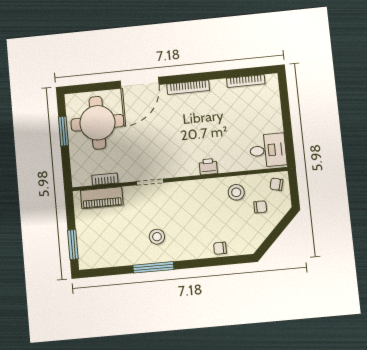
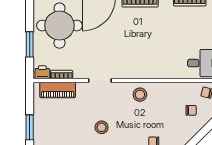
window: (63, 131) -> (30, 44), moved
printer: (208, 167) -> (42, 72), moved
stool: (236, 192) -> (140, 95), moved

